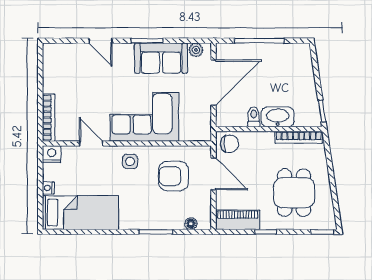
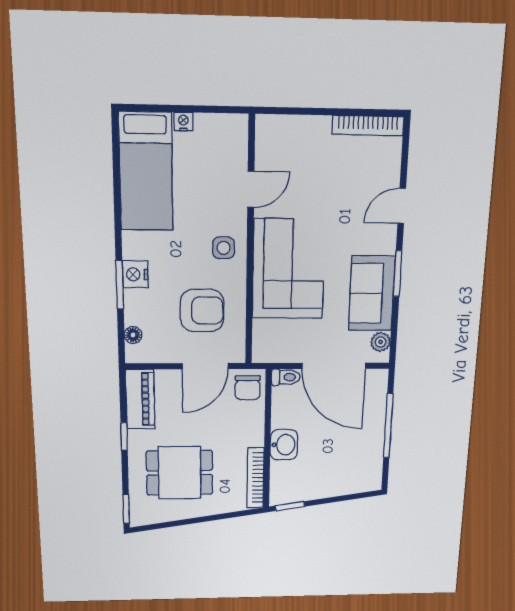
toilet: (254, 117) -> (286, 377), moved
washbasin: (278, 117) -> (284, 445), width x0.72
bookcase: (49, 118) -> (368, 126), moved
nightstand: (52, 154) -> (135, 274), moved, turned 180
armchair: (173, 176) -> (202, 311), turned 90

